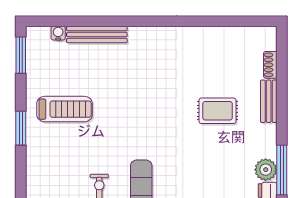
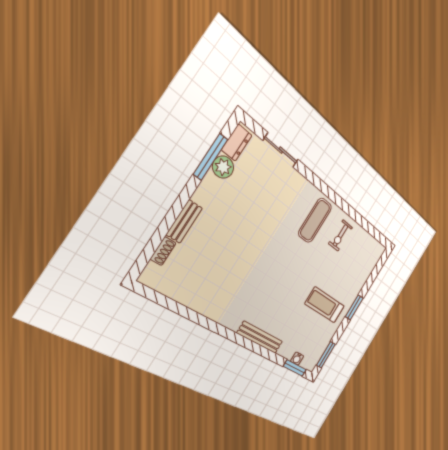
window: (54, 21) -> (295, 368), added
bench: (97, 35) -> (260, 337), moved
rug: (217, 111) -> (230, 240), removed

